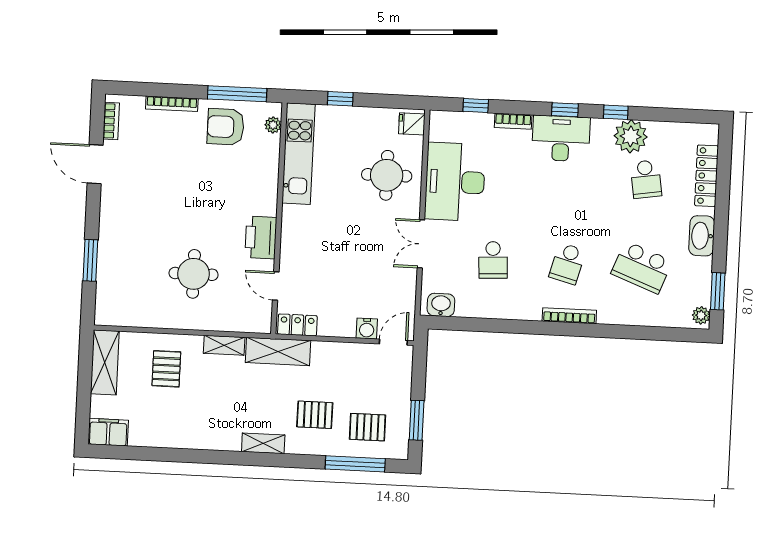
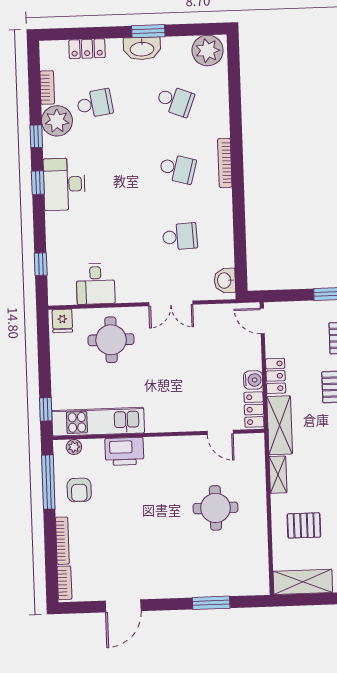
window: (340, 99) -> (46, 409), moved
bookcase: (111, 121) -> (65, 583), moved, turned 90
bookcase: (513, 121) -> (47, 87), moved
armchair: (226, 127) -> (79, 490), width x0.72, depth x0.72
locker: (707, 176) -> (87, 49), width x0.66
desk: (455, 182) -> (96, 284), width x0.53, depth x0.77
printer: (261, 238) -> (124, 451), moved
school desk: (642, 267) -> (175, 101), width x0.54
door: (276, 286) -> (220, 432), hinge flipped
window: (718, 291) -> (148, 31), moved
plant: (701, 315) -> (208, 50), width x1.87, depth x1.87
water cooler: (367, 328) -> (253, 380), moved
locker: (332, 352) -> (276, 376), added

